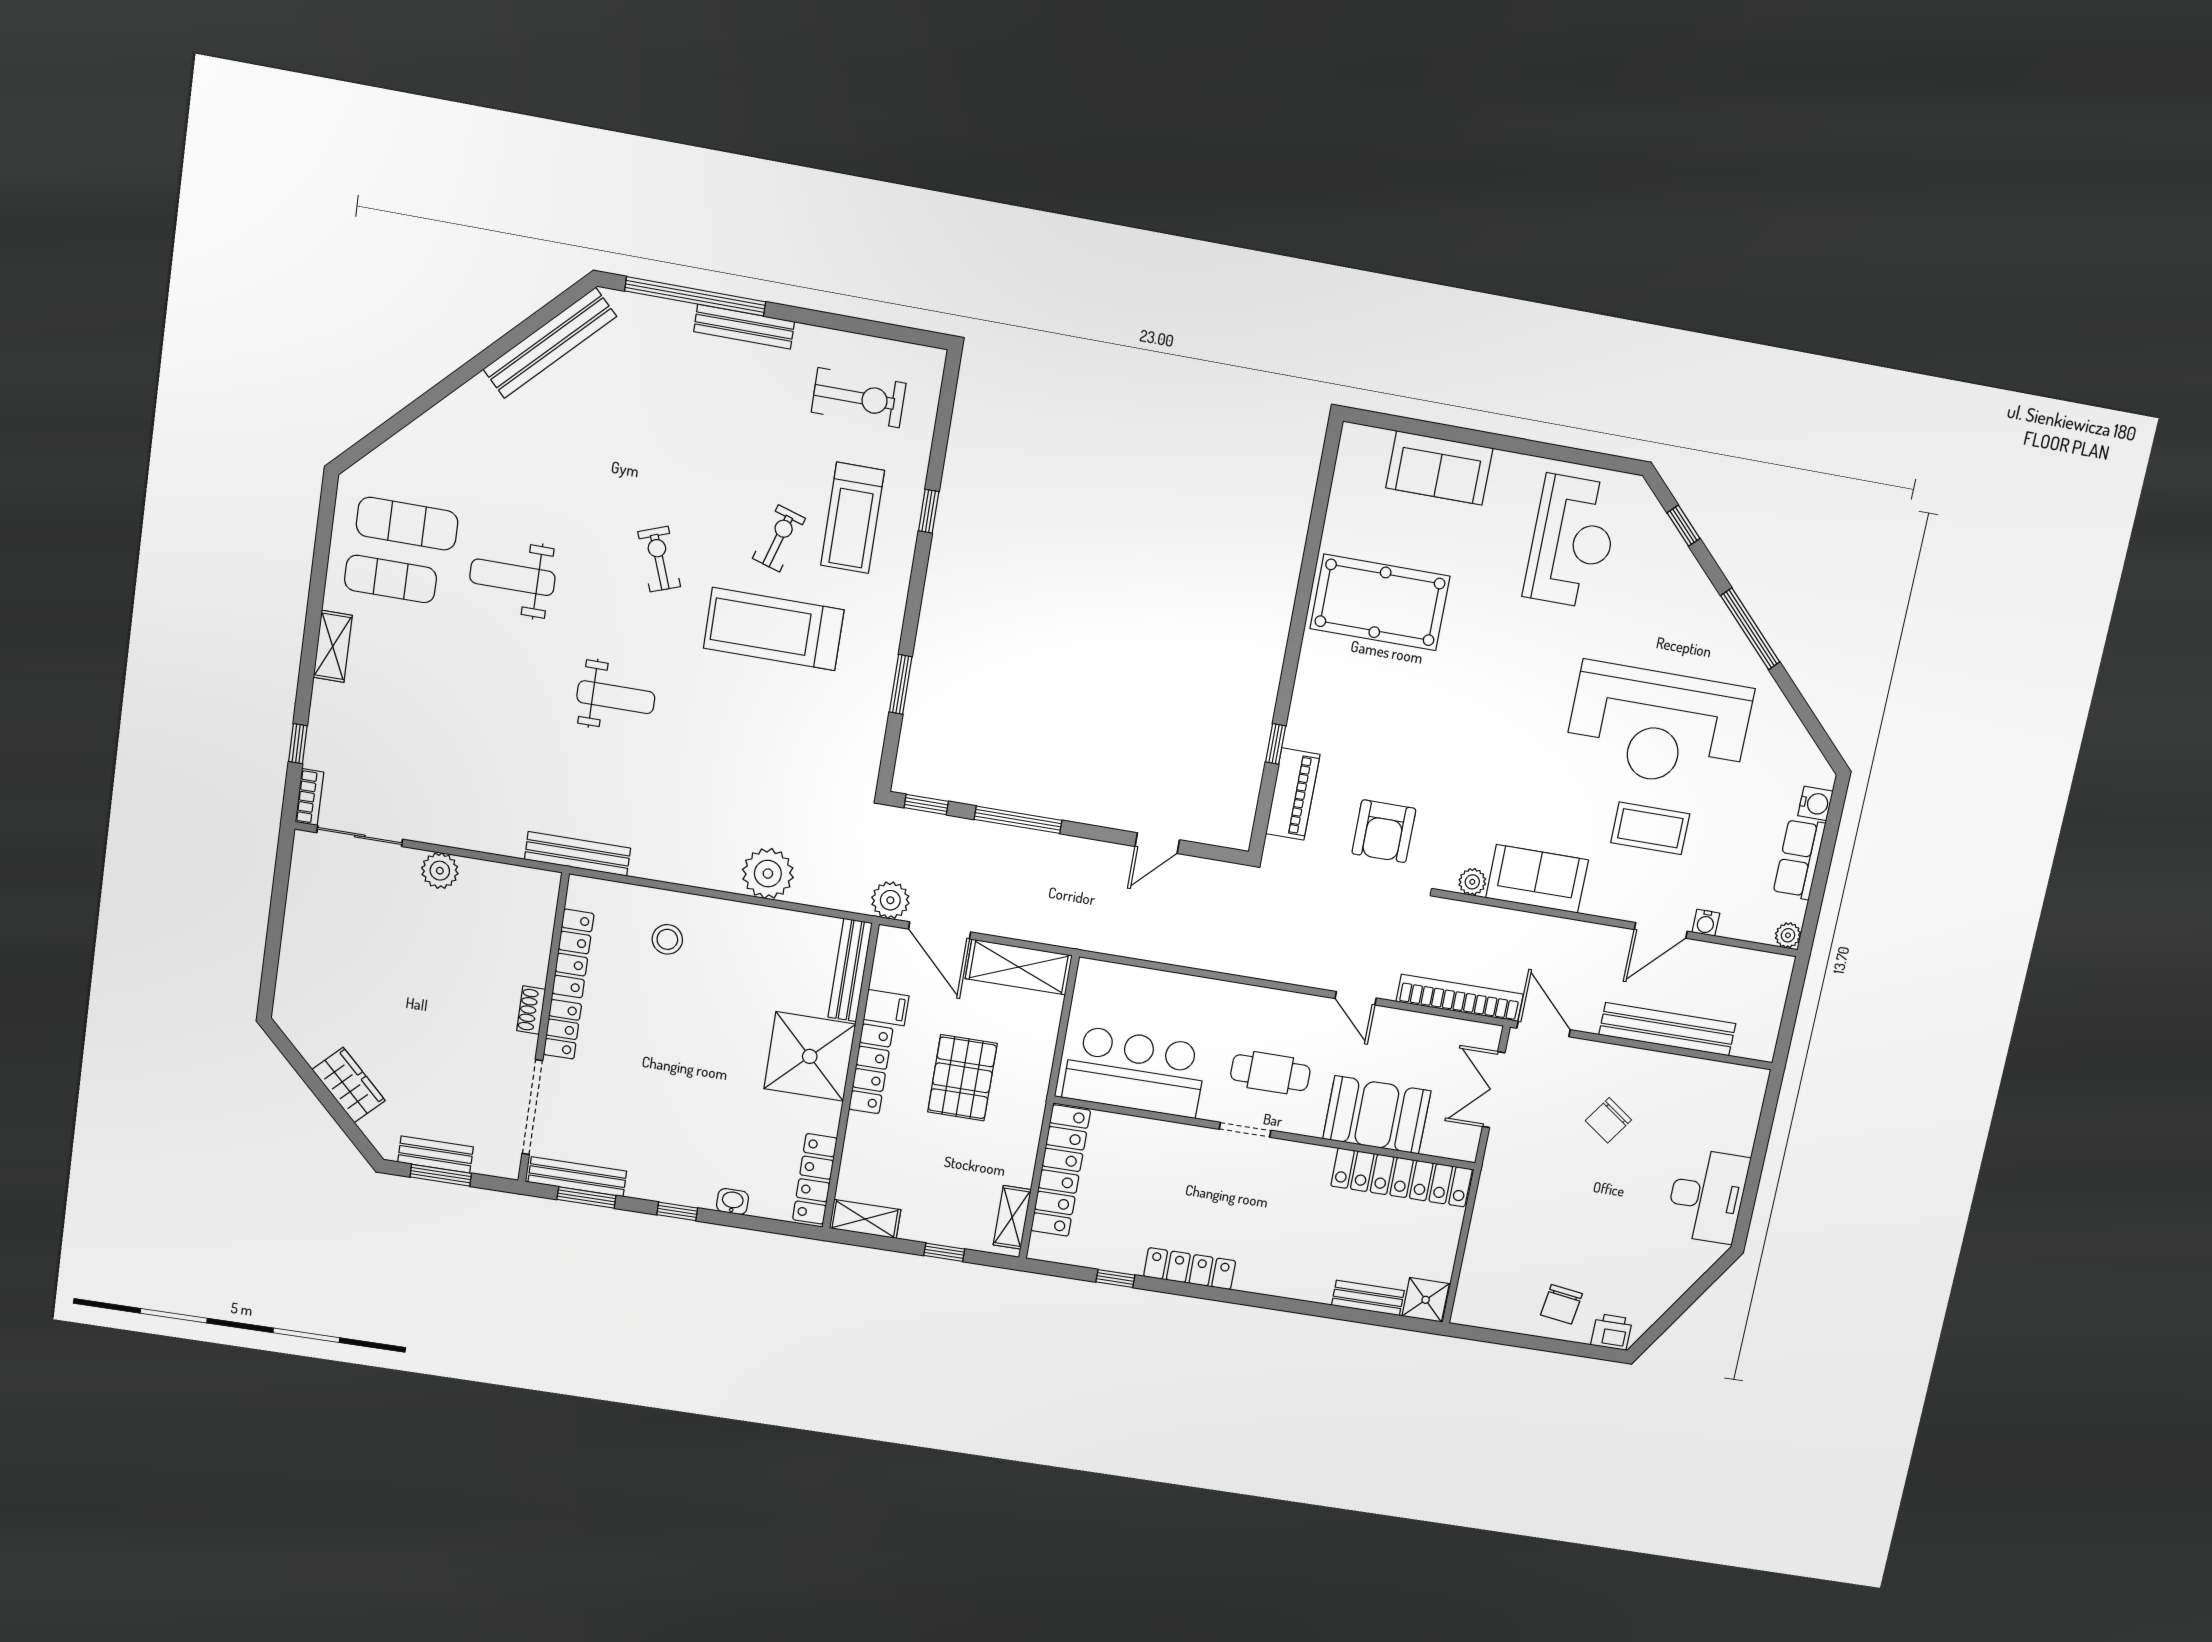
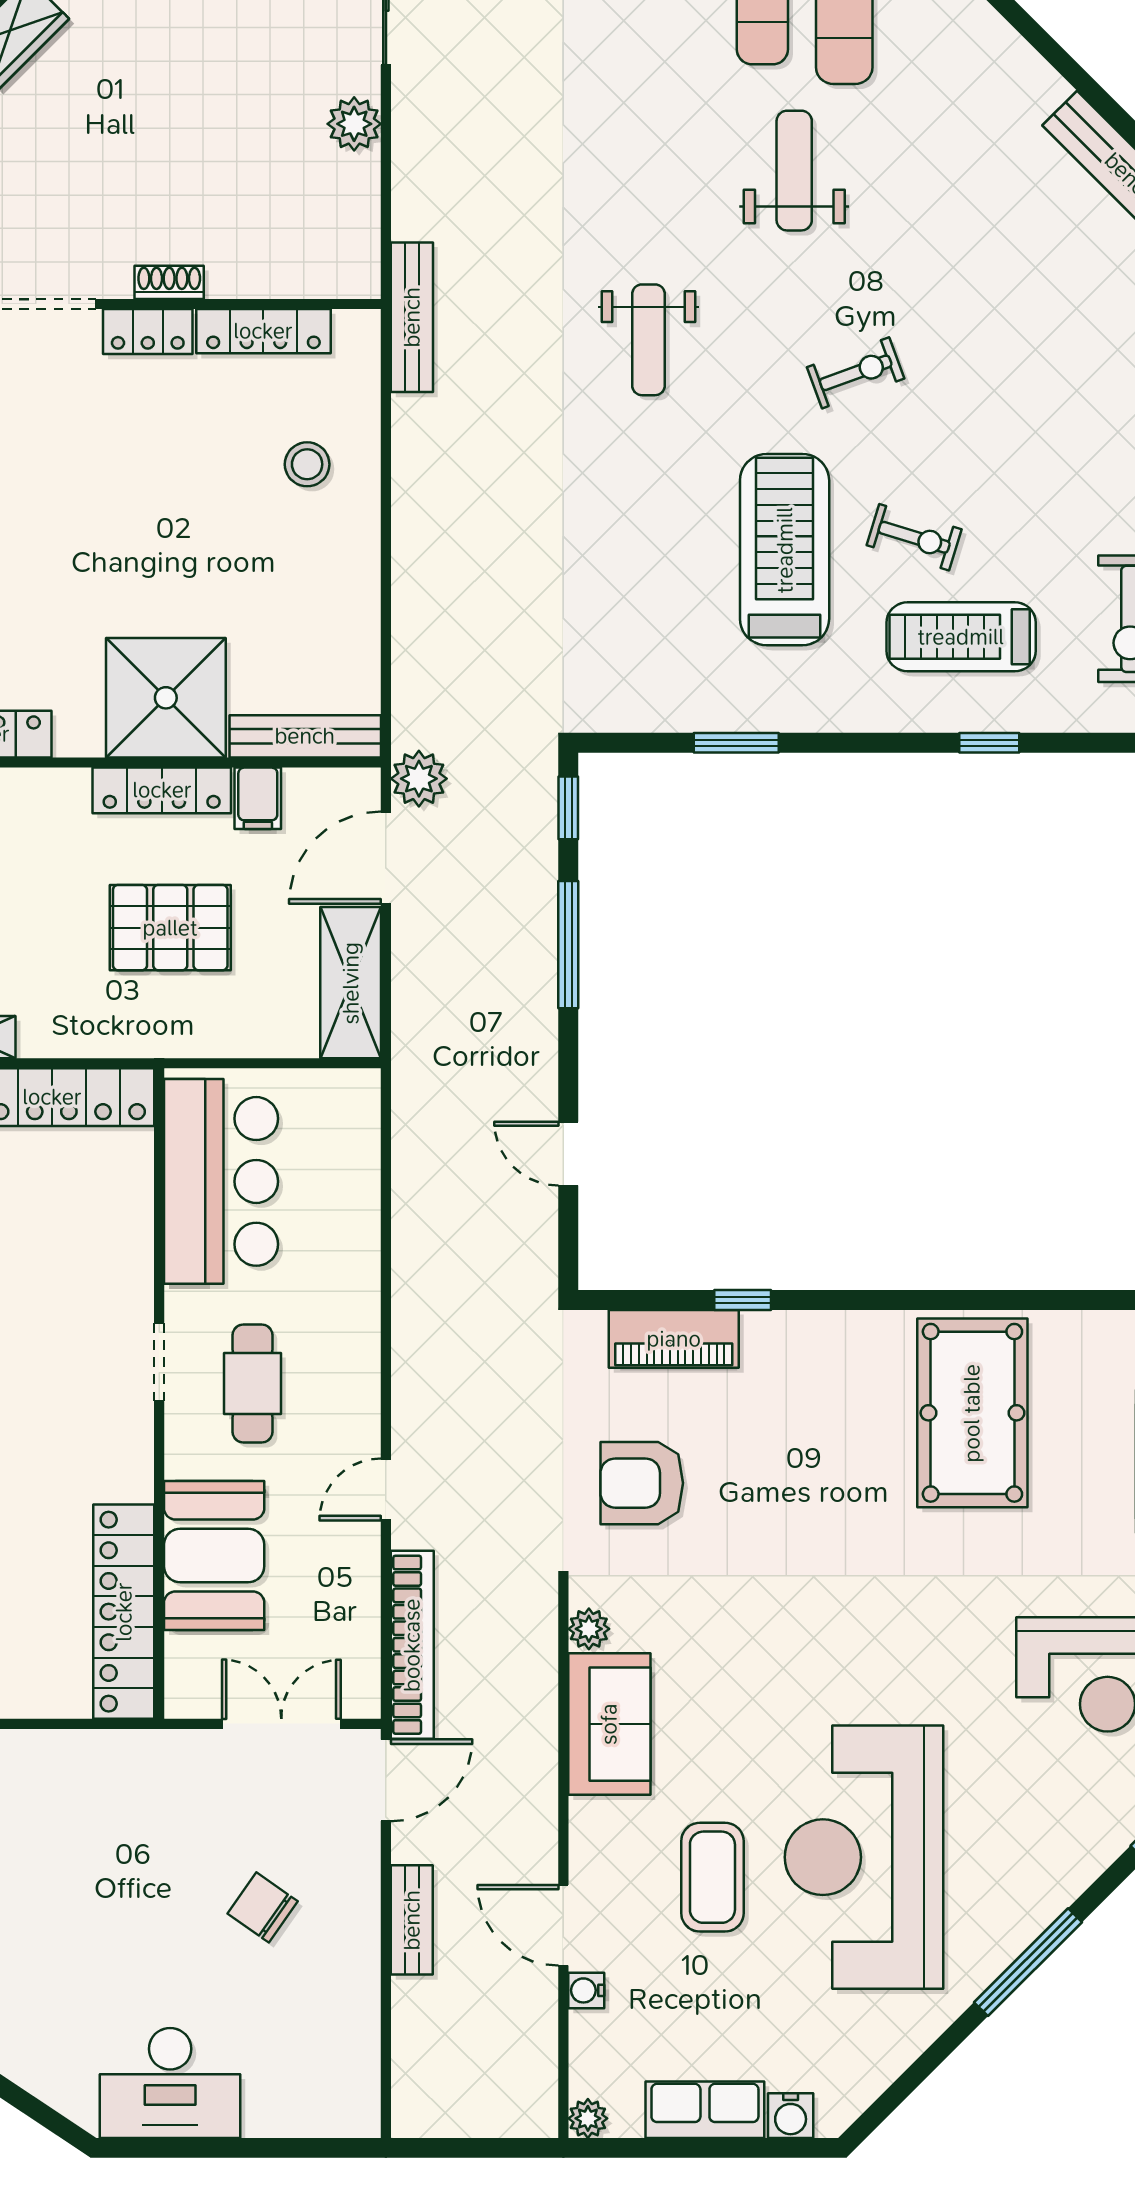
plant: (768, 874) -> (429, 595), removed
bench: (1667, 1029) -> (412, 1920), width x0.54, depth x0.82

